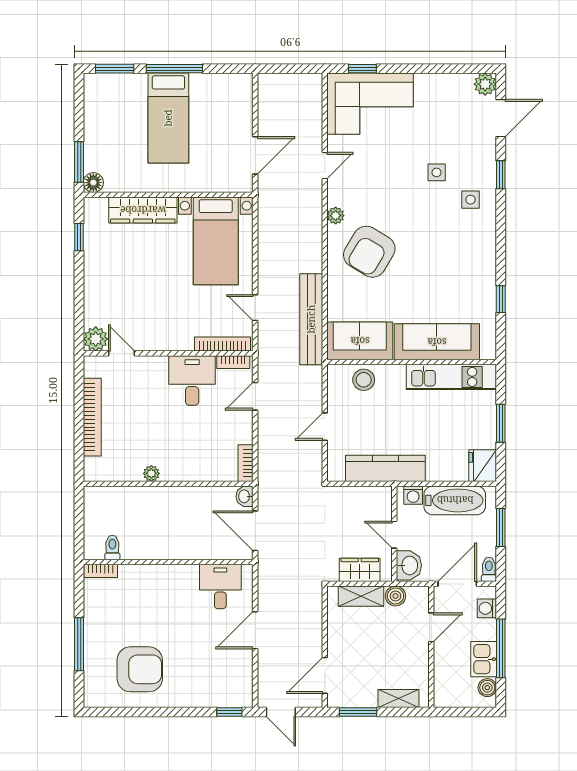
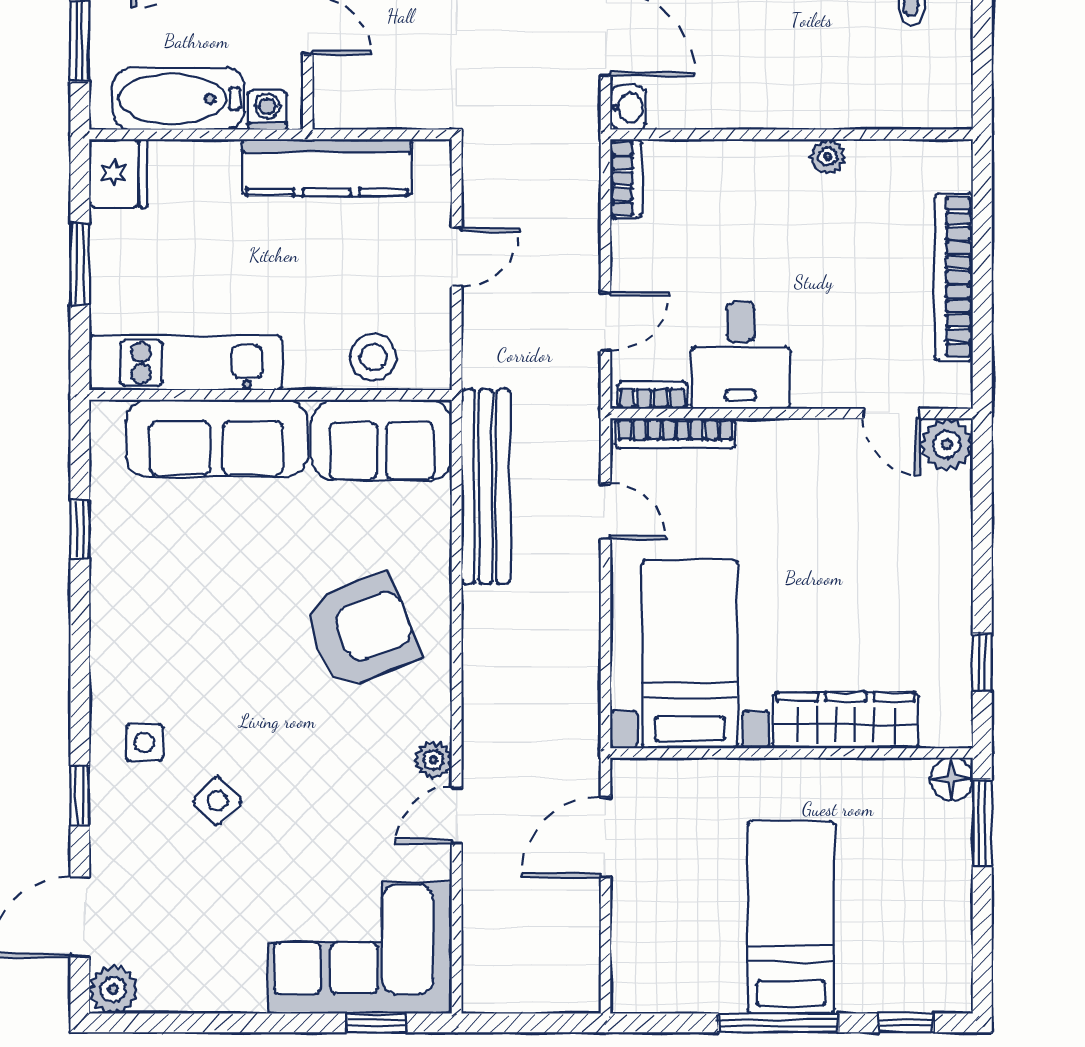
window: (115, 69) -> (906, 1023), width x0.67
side table: (437, 172) -> (217, 801), turned 45
plant: (336, 216) -> (433, 760), moved
armchair: (369, 252) -> (361, 631), turned 38

